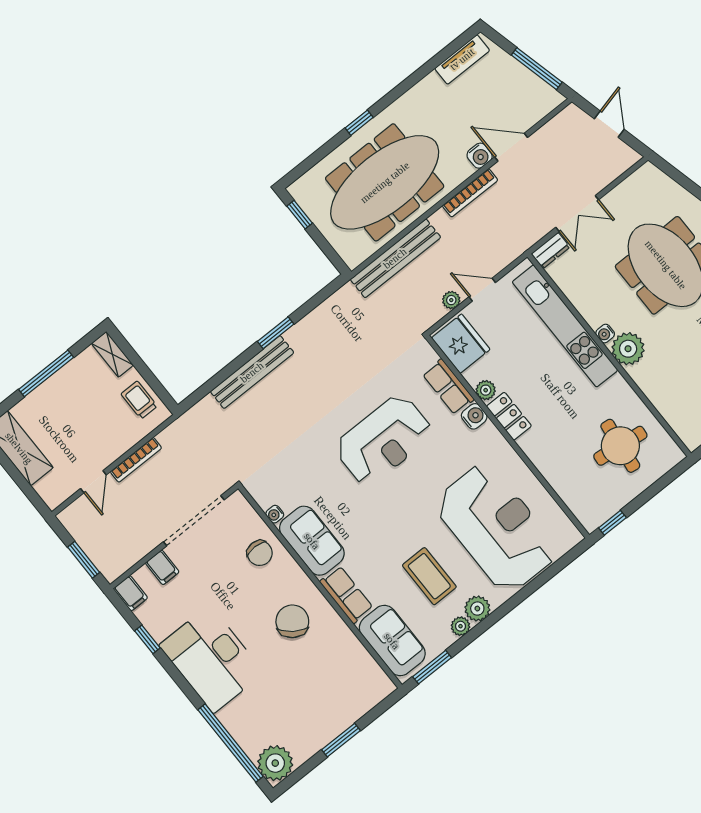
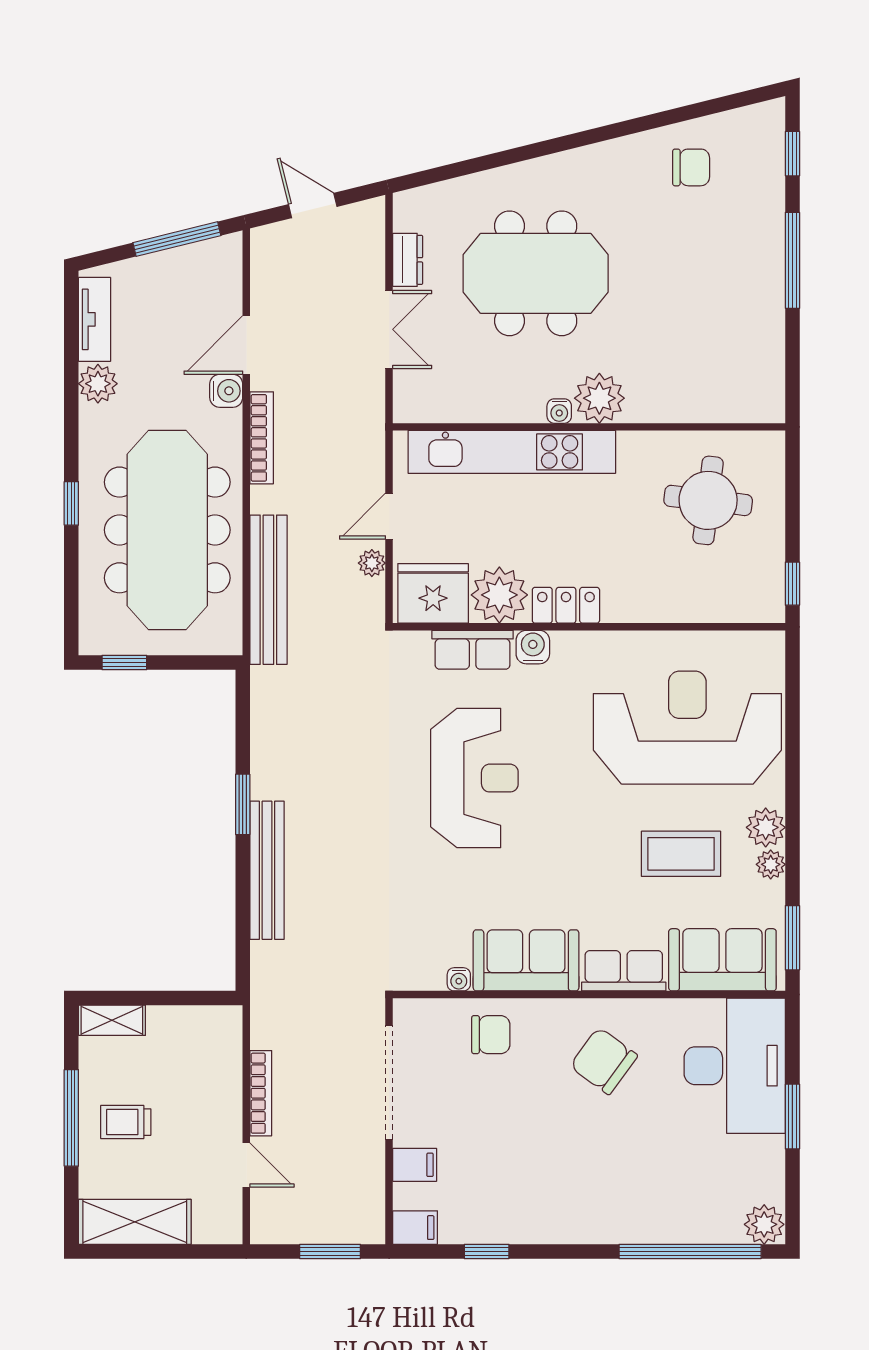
plant: (431, 87) -> (98, 384), added
dresser: (551, 250) -> (408, 260), moved
plant: (486, 390) -> (499, 595), width x1.88, depth x1.88
trolley: (139, 400) -> (126, 1122), moved
desk: (212, 659) -> (735, 1066), moved, turned -90
plant: (275, 763) -> (764, 1224), width x0.73, depth x0.73

